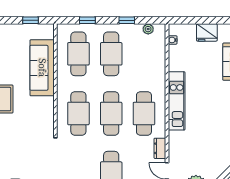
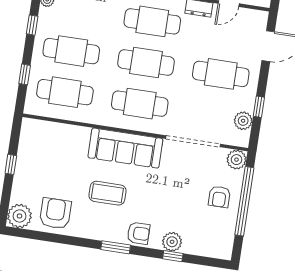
window: (31, 20) -> (11, 164), moved
sofa: (42, 68) -> (125, 148), moved

